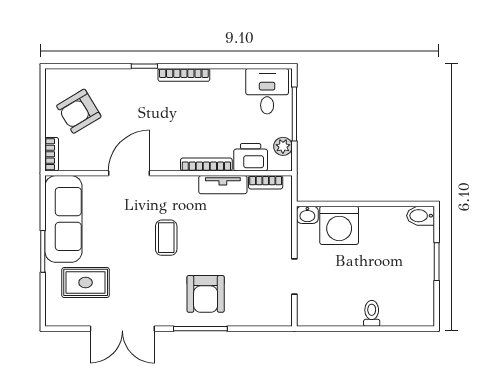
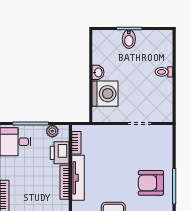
tv unit: (223, 185) -> (78, 178), width x1.41
washbasin: (307, 215) -> (98, 72), moved
bidet: (421, 216) -> (129, 39), moved
armchair: (206, 294) -> (151, 183), turned 180

